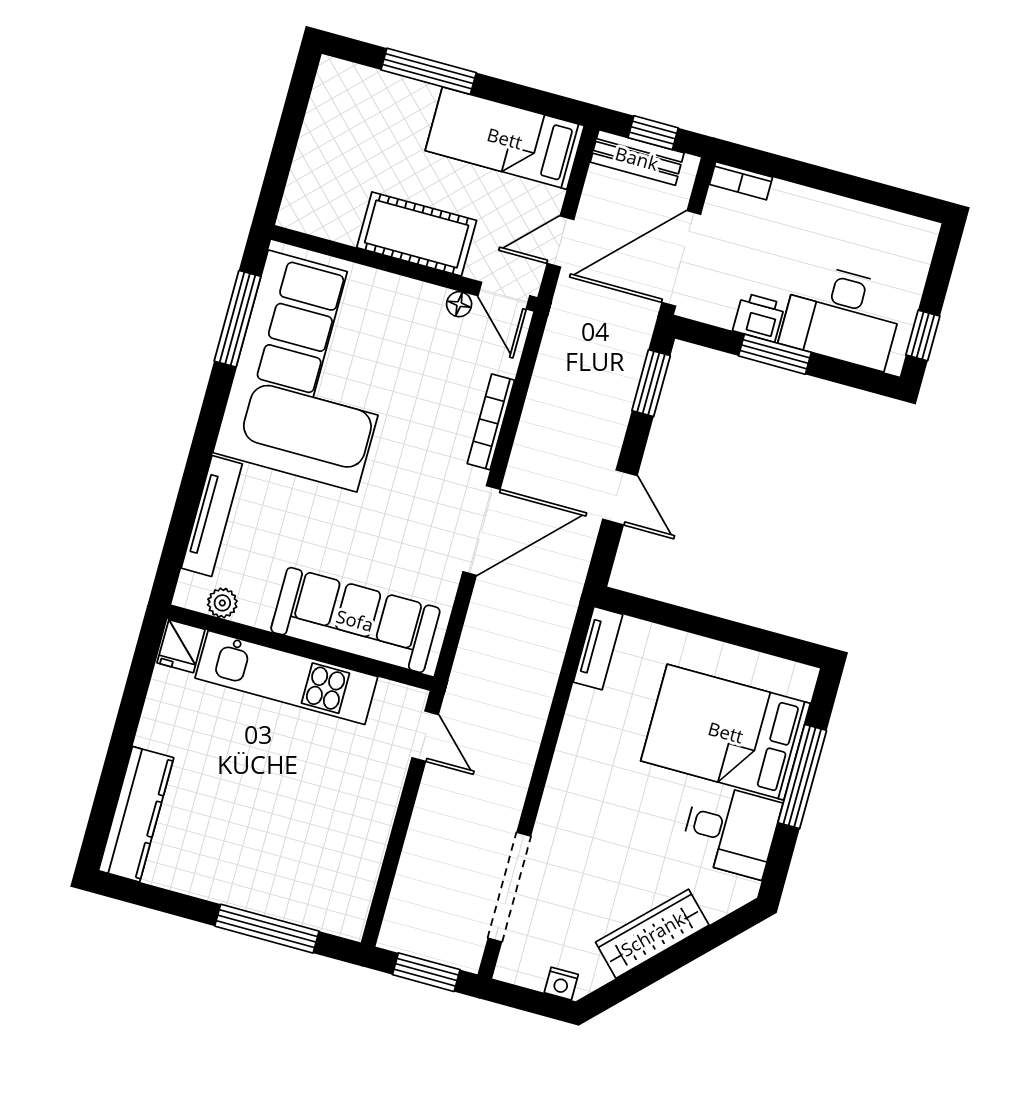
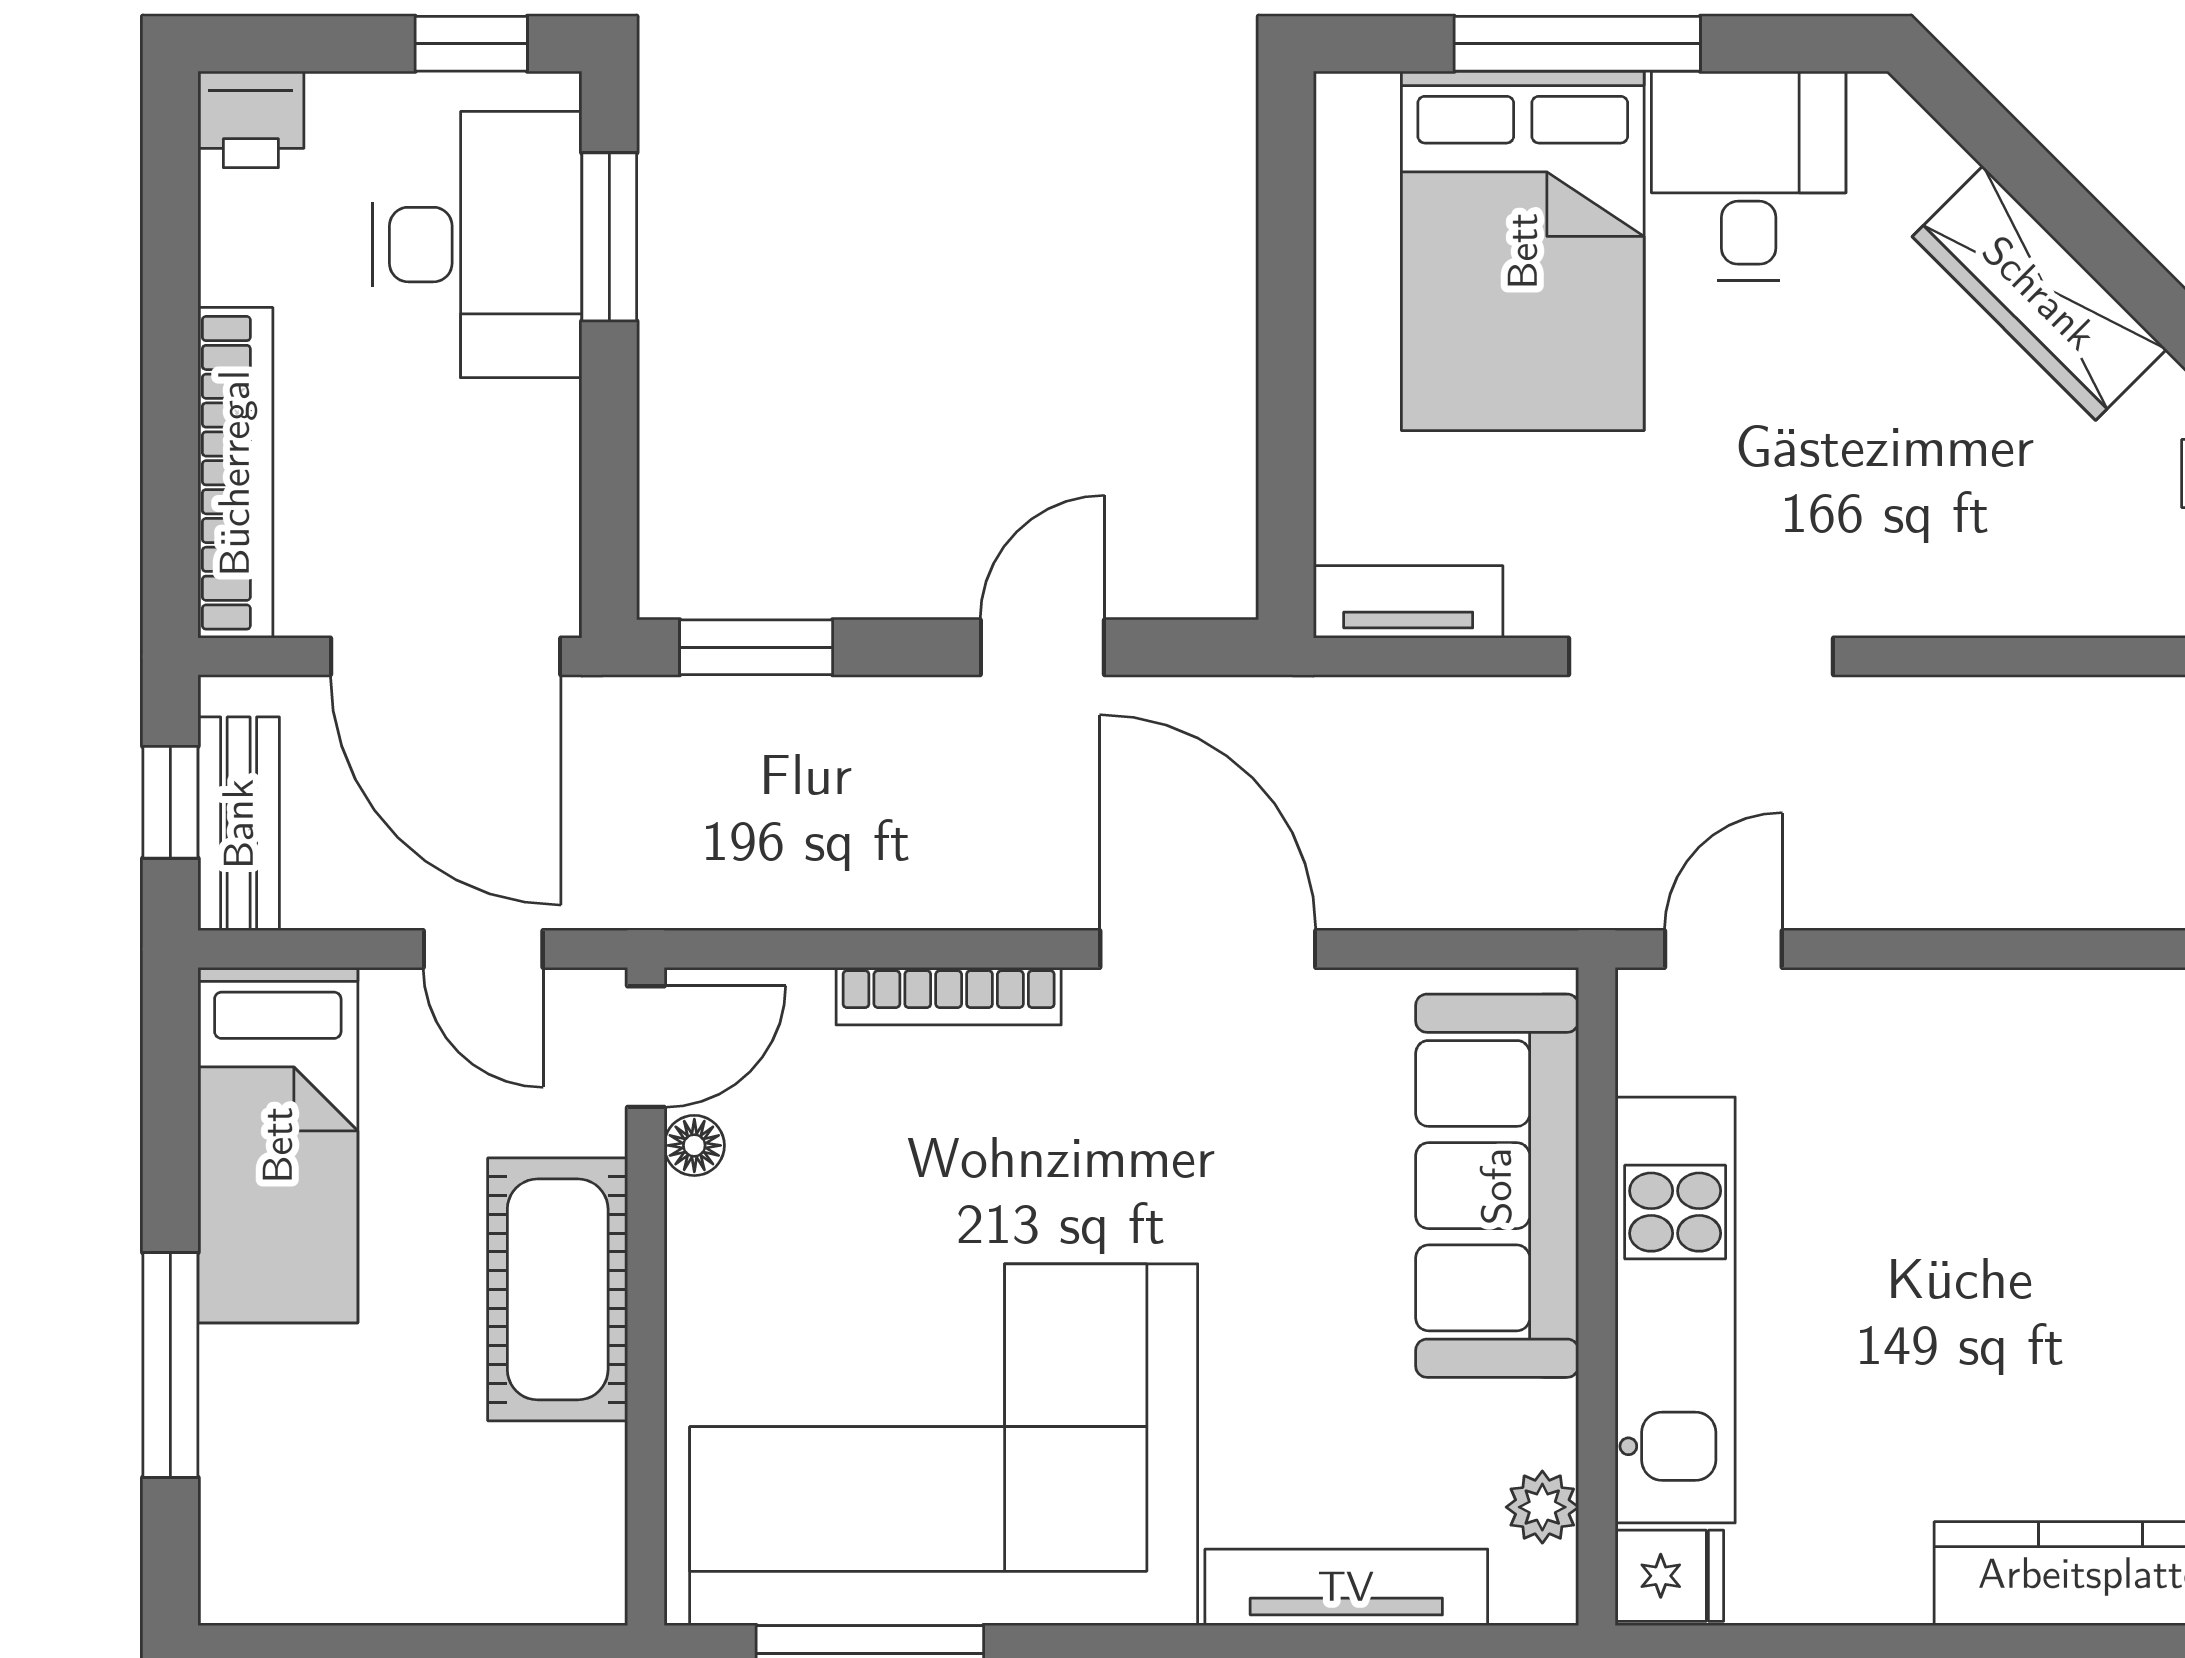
bookcase: (741, 181) -> (235, 473), width x2.31, depth x1.31
printer: (759, 317) -> (251, 119), moved, turned -90
window: (775, 354) -> (609, 237), moved
doorway: (509, 887) -> (1701, 656), moved

